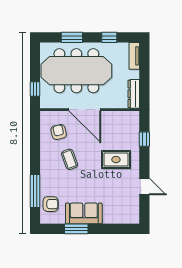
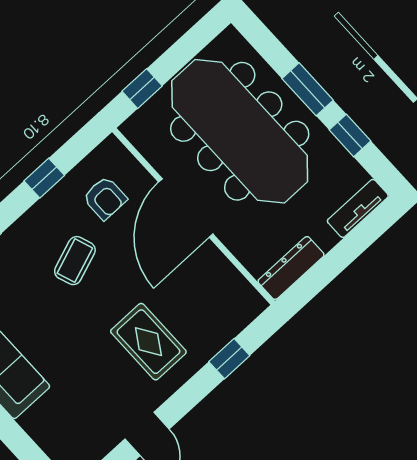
window: (72, 37) -> (308, 89), moved
armchair: (59, 132) -> (105, 198), turned 103
window: (35, 145) -> (44, 178), added

